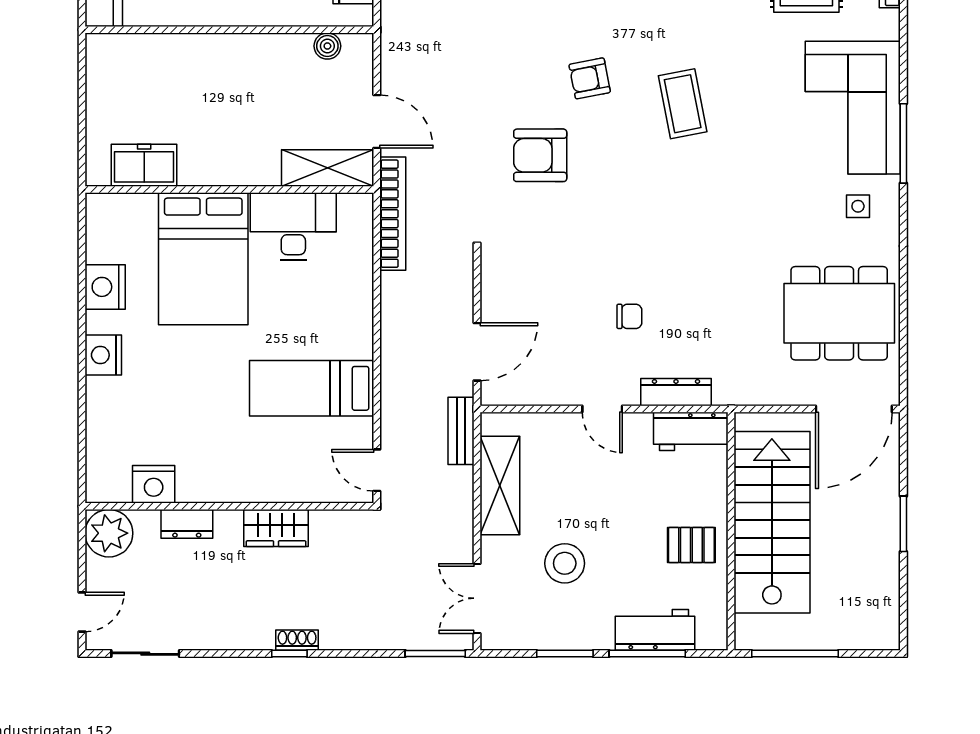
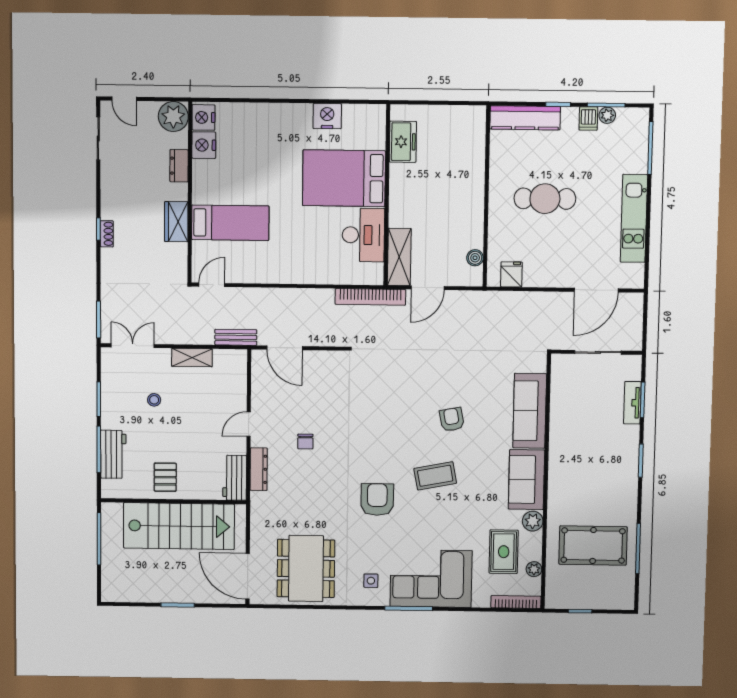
armchair: (540, 155) -> (377, 500), moved
nightstand: (103, 355) -> (203, 117), moved, turned -90
bed: (312, 388) -> (230, 223), moved, turned 90
shelving: (500, 485) -> (192, 358), width x0.67, depth x0.75
stool: (565, 563) -> (154, 400), width x0.53, depth x0.53

